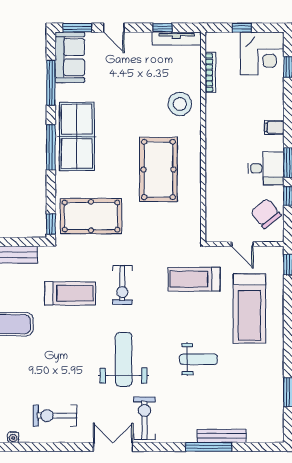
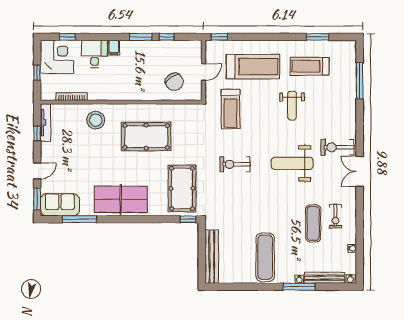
window: (51, 147) -> (129, 219), removed
desk: (266, 168) -> (95, 54), moved
chair: (266, 214) -> (174, 82), moved, turned -82
exercise bike: (122, 285) -> (235, 164), turned 180
treadmill: (70, 293) -> (310, 66), moved, turned -90
weight bench: (199, 359) -> (292, 106), turned 180
exercise mat: (46, 387) -> (313, 223), added
exercise bike: (55, 416) -> (335, 216), width x0.73, depth x0.72
bench: (222, 436) -> (351, 88), removed
window: (209, 447) -> (360, 81), moved

